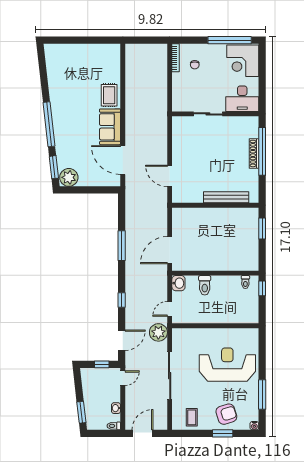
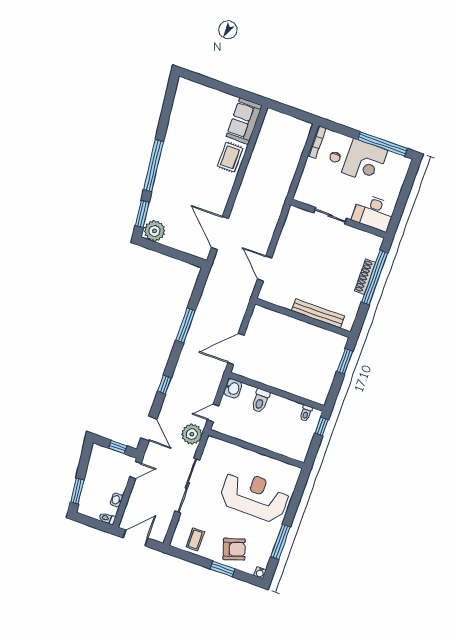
corner desk: (243, 61) -> (365, 161), moved, turned -90
sofa: (110, 127) -> (244, 121), moved
door: (122, 340) -> (149, 428), hinge flipped

